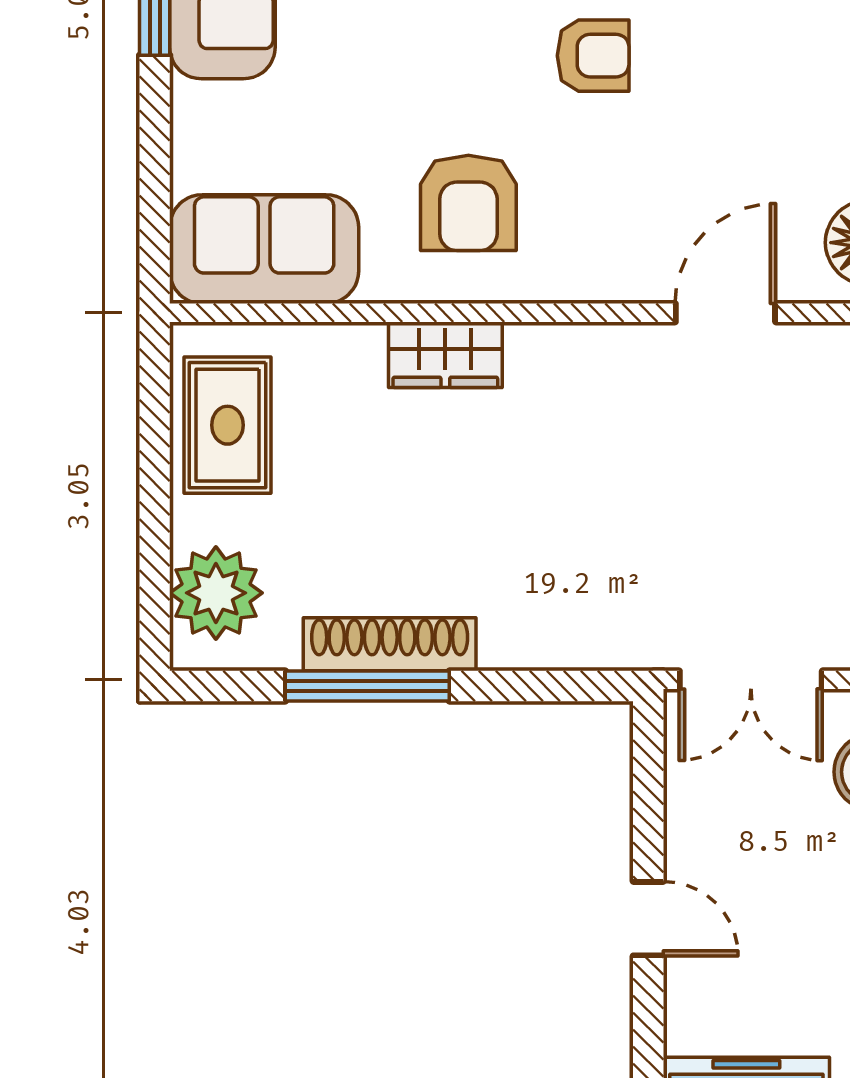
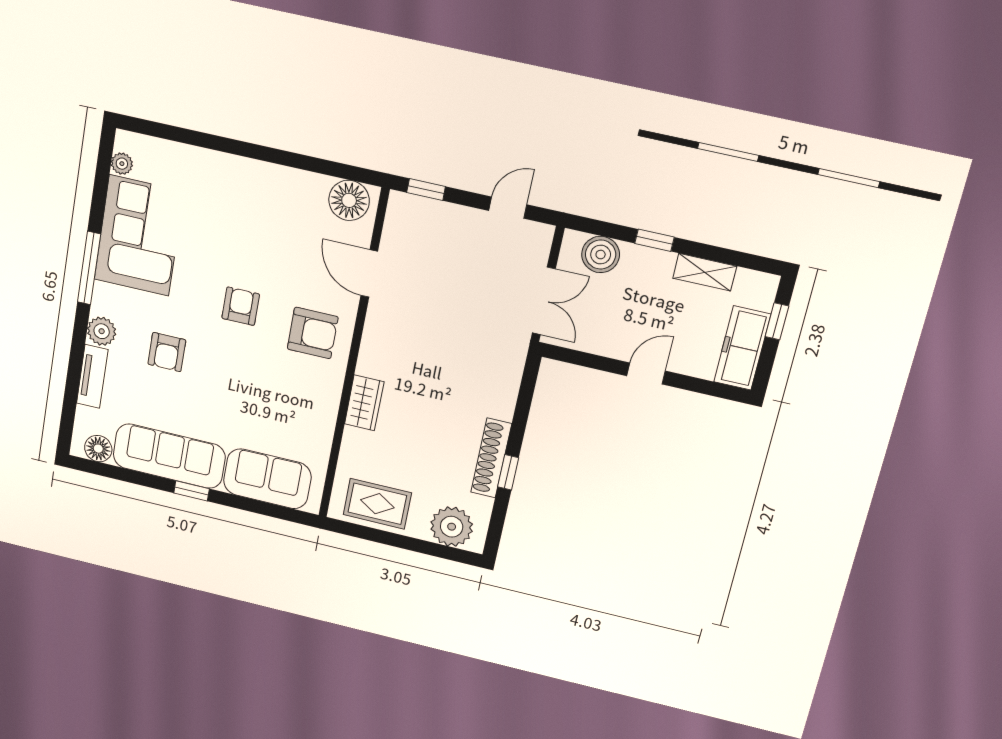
armchair: (468, 203) -> (313, 333), moved
sofa: (264, 249) -> (267, 479), moved, turned 90
window: (367, 686) -> (508, 472), width x0.46

